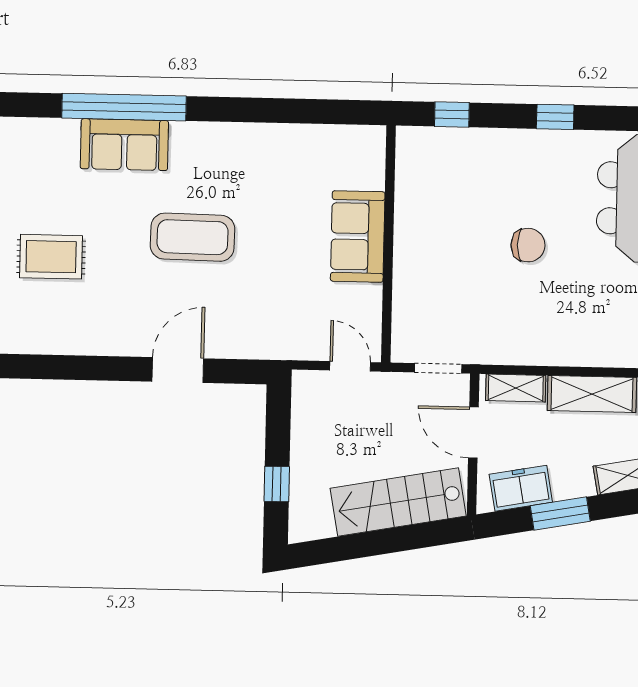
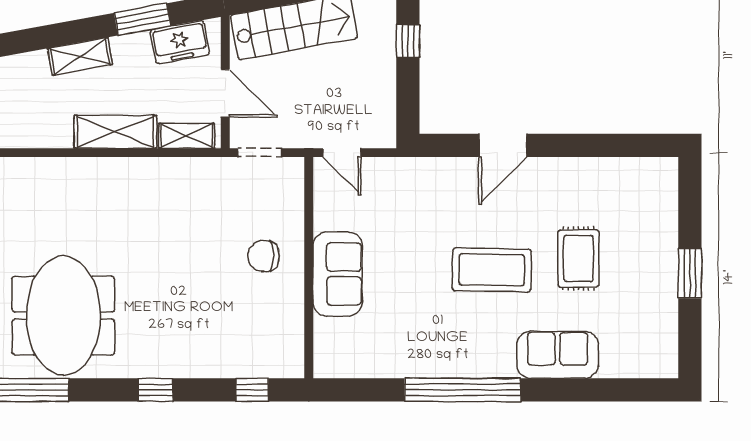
window: (124, 107) -> (463, 390), moved
chair: (528, 245) -> (264, 256), moved
rug: (51, 257) -> (579, 258), moved, turned 90

